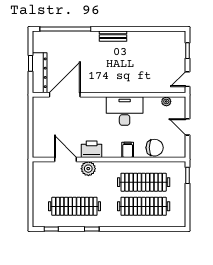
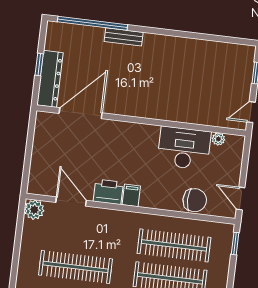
bench: (113, 36) -> (124, 37), moved
desk: (125, 111) -> (184, 148), moved
door: (187, 127) -> (241, 199), moved
filing cabinet: (128, 150) -> (131, 195), moved
plant: (88, 169) -> (34, 210), moved

